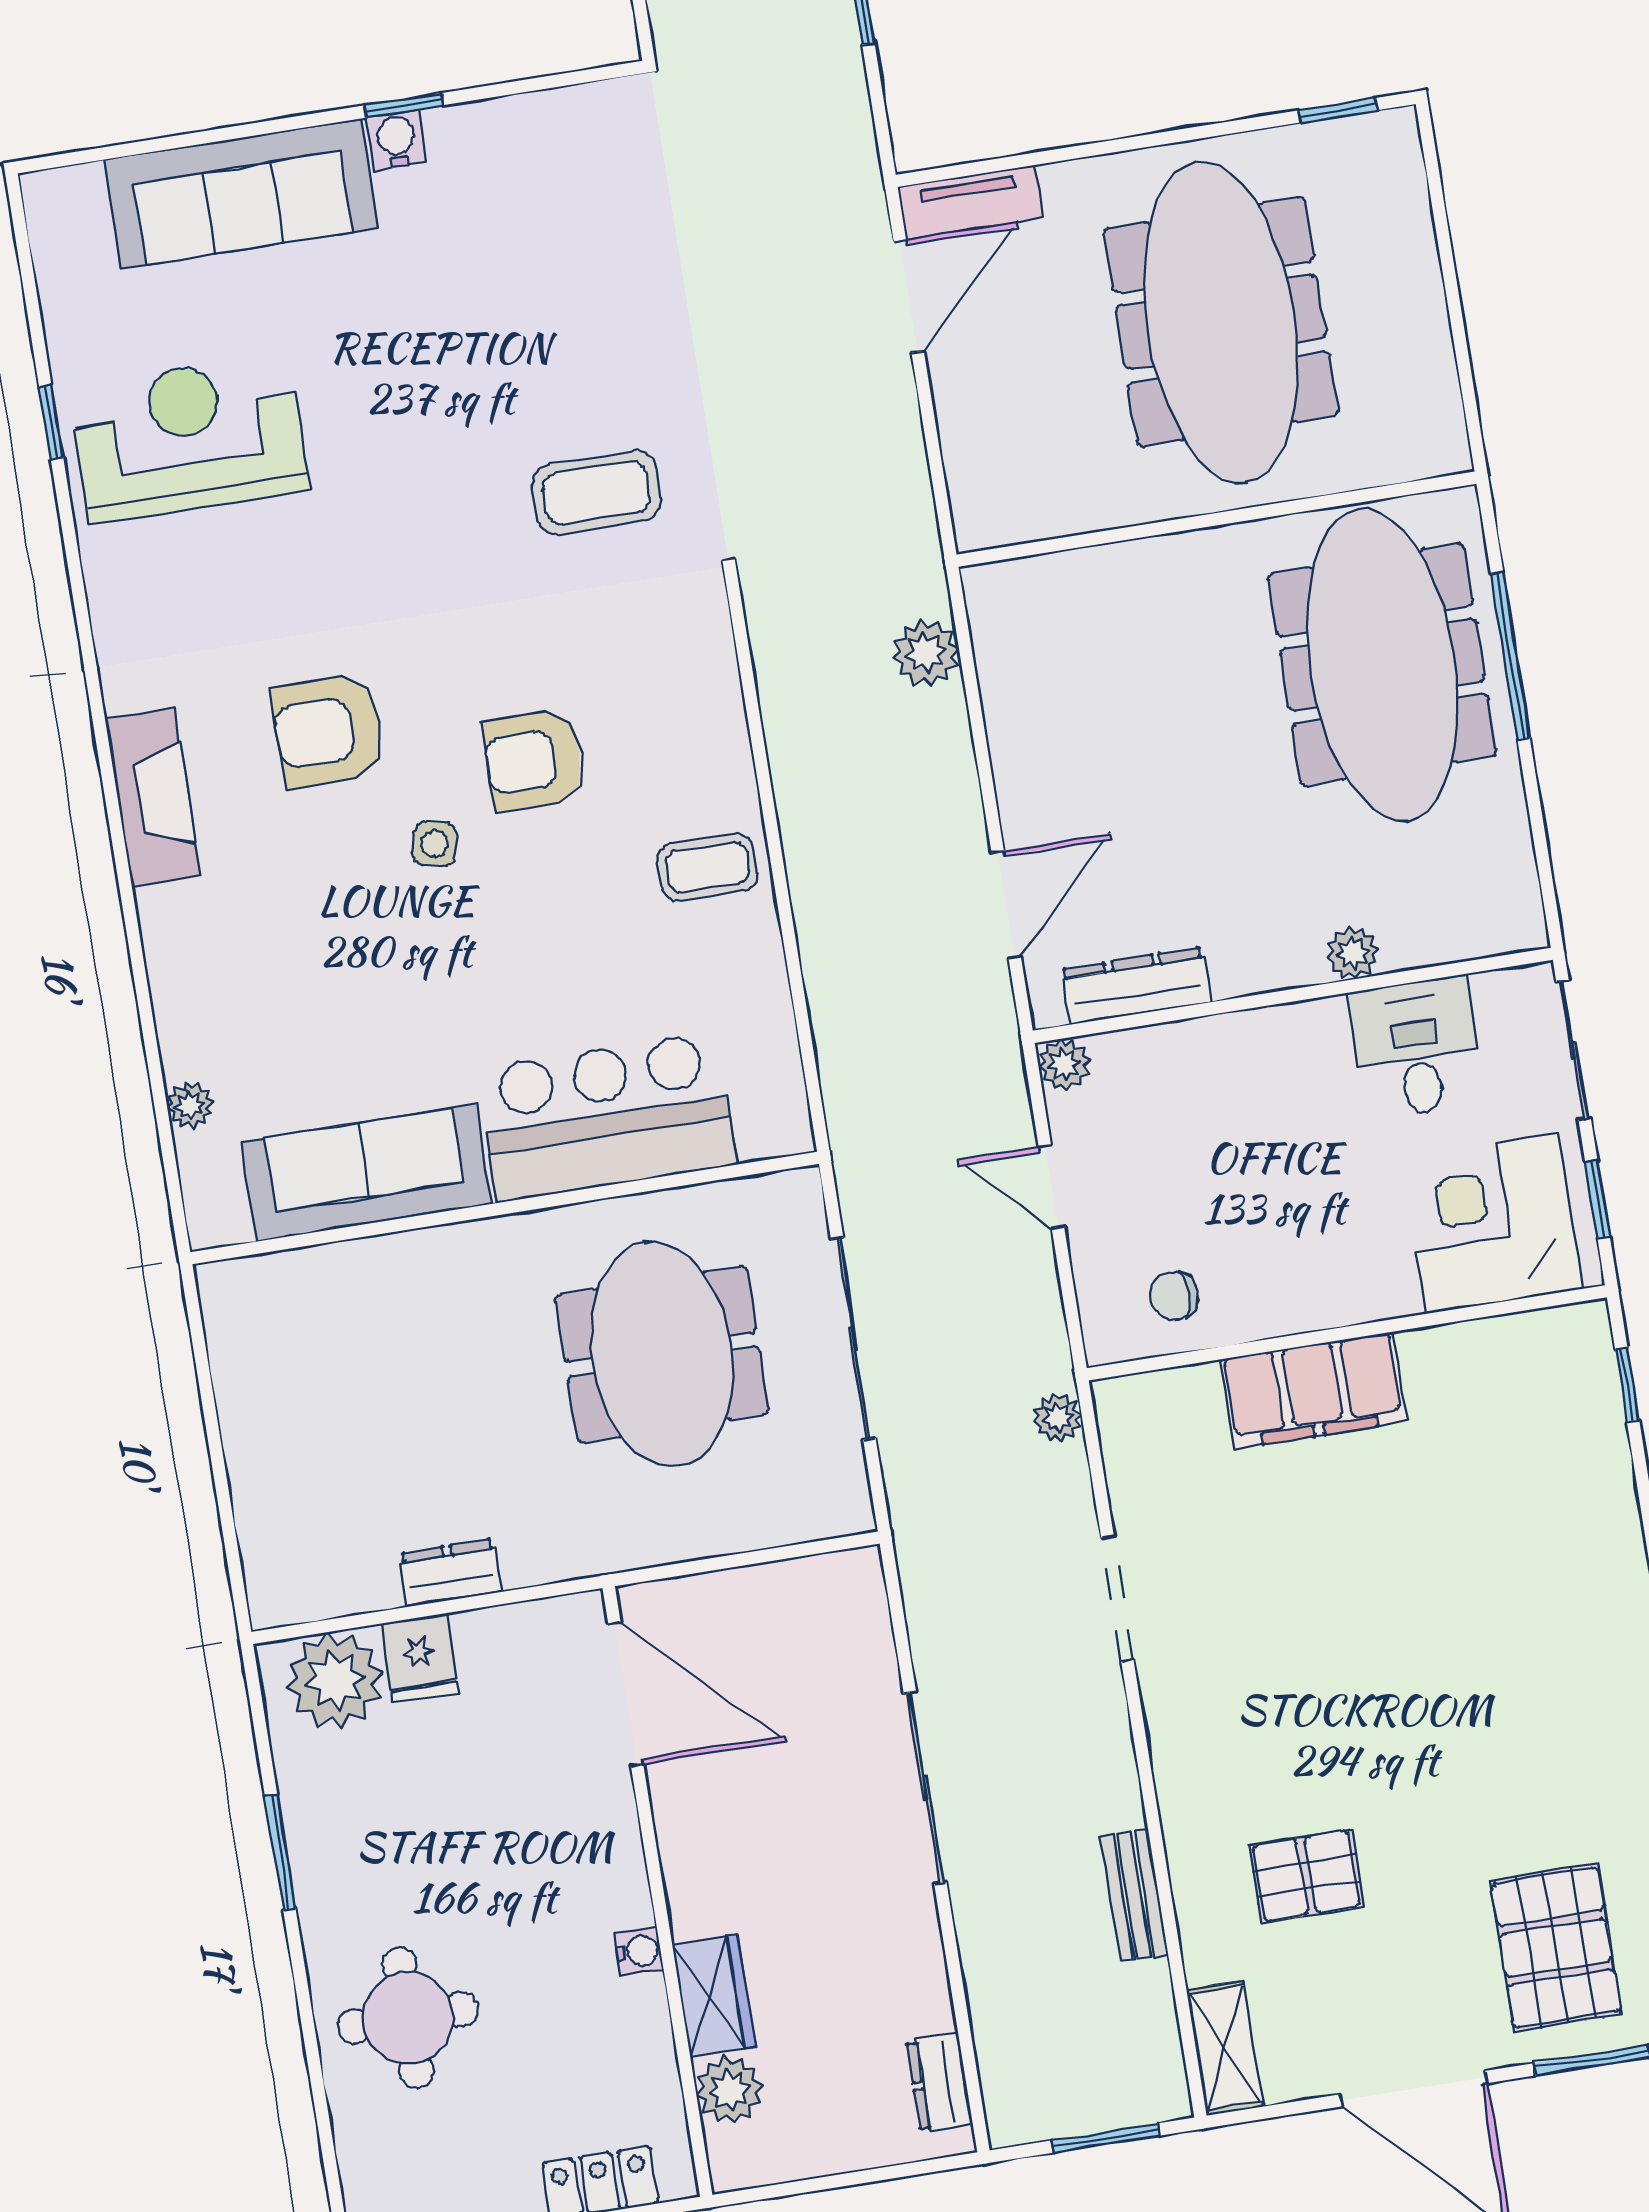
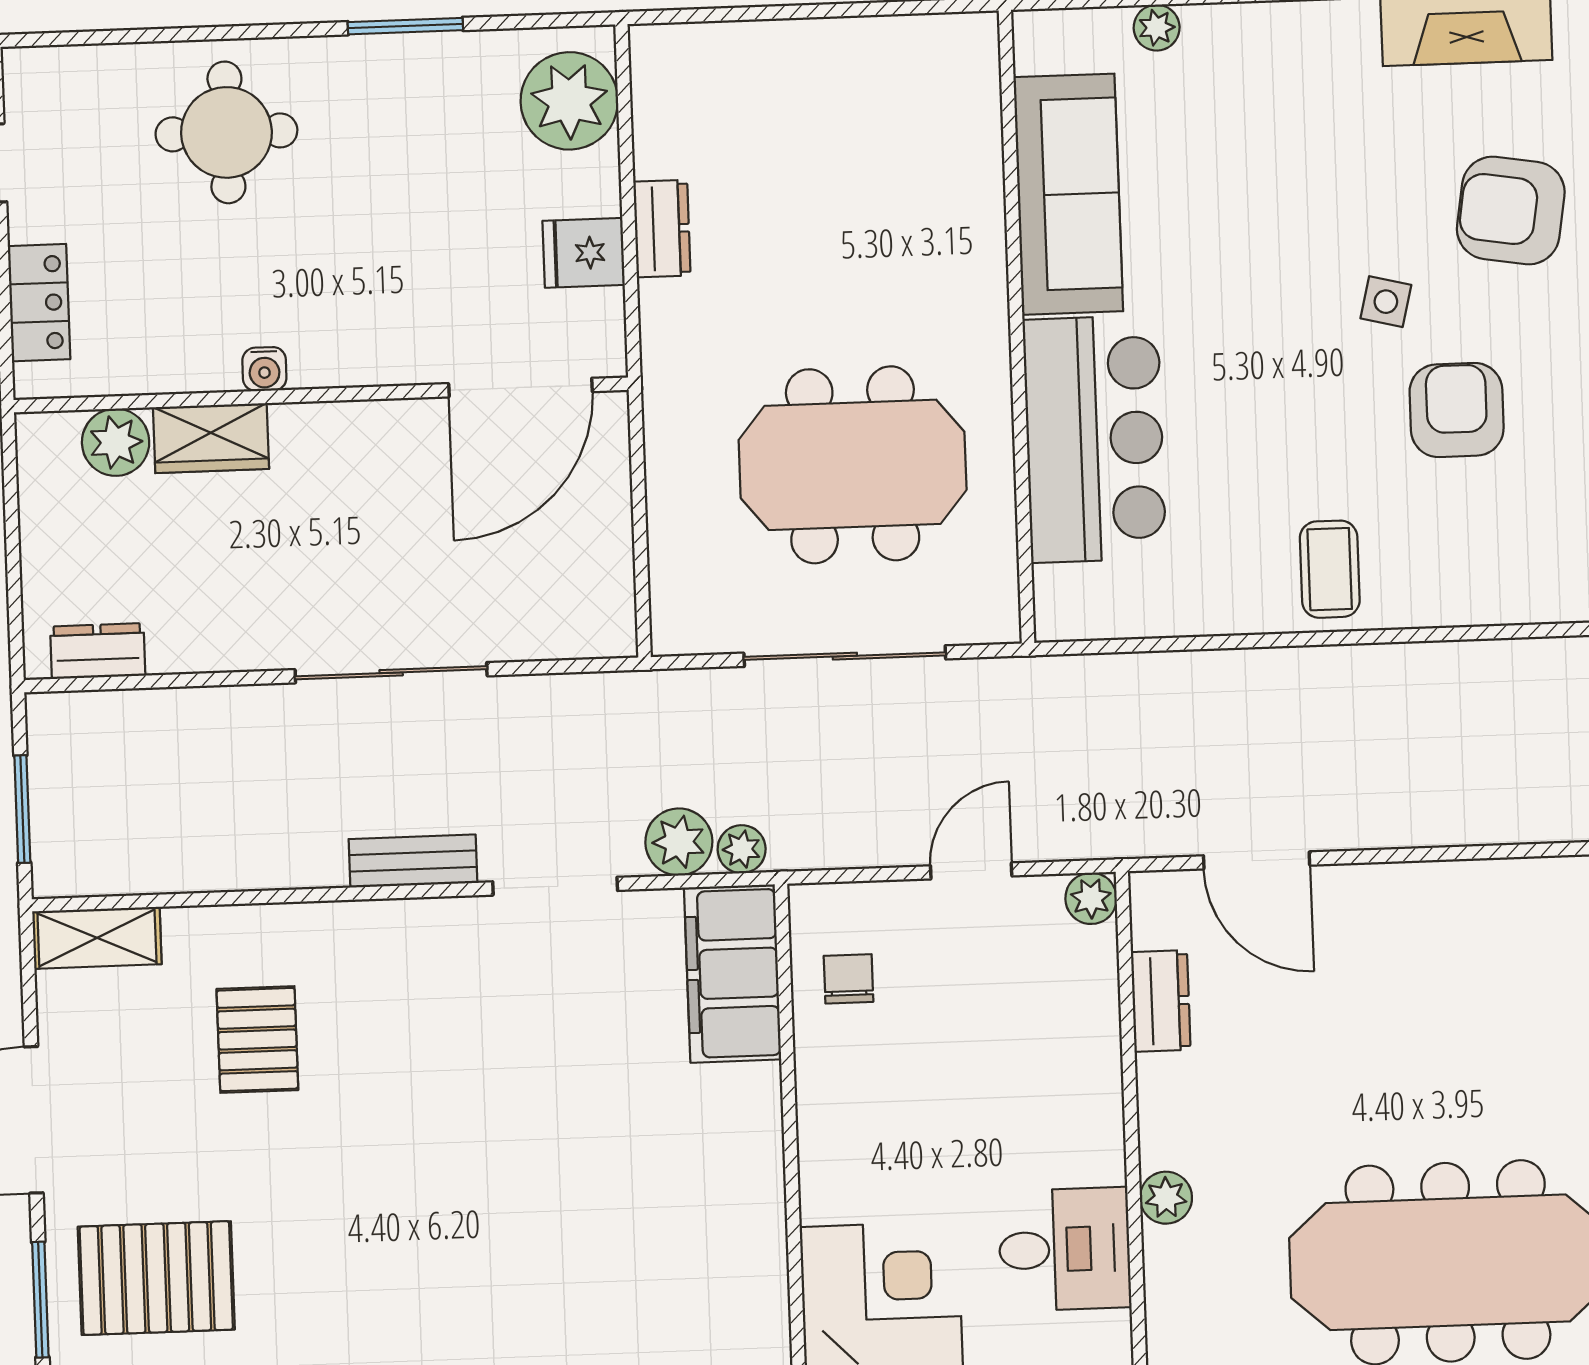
plant: (926, 653) -> (679, 842), moved
armchair: (329, 731) -> (1511, 210), turned -81
dresser: (1136, 986) -> (1161, 1001), width x0.70
filing cabinet: (1313, 1391) -> (733, 973), moved
fridge: (420, 1658) -> (584, 253), moved
bench: (1134, 1895) -> (413, 861), moved

